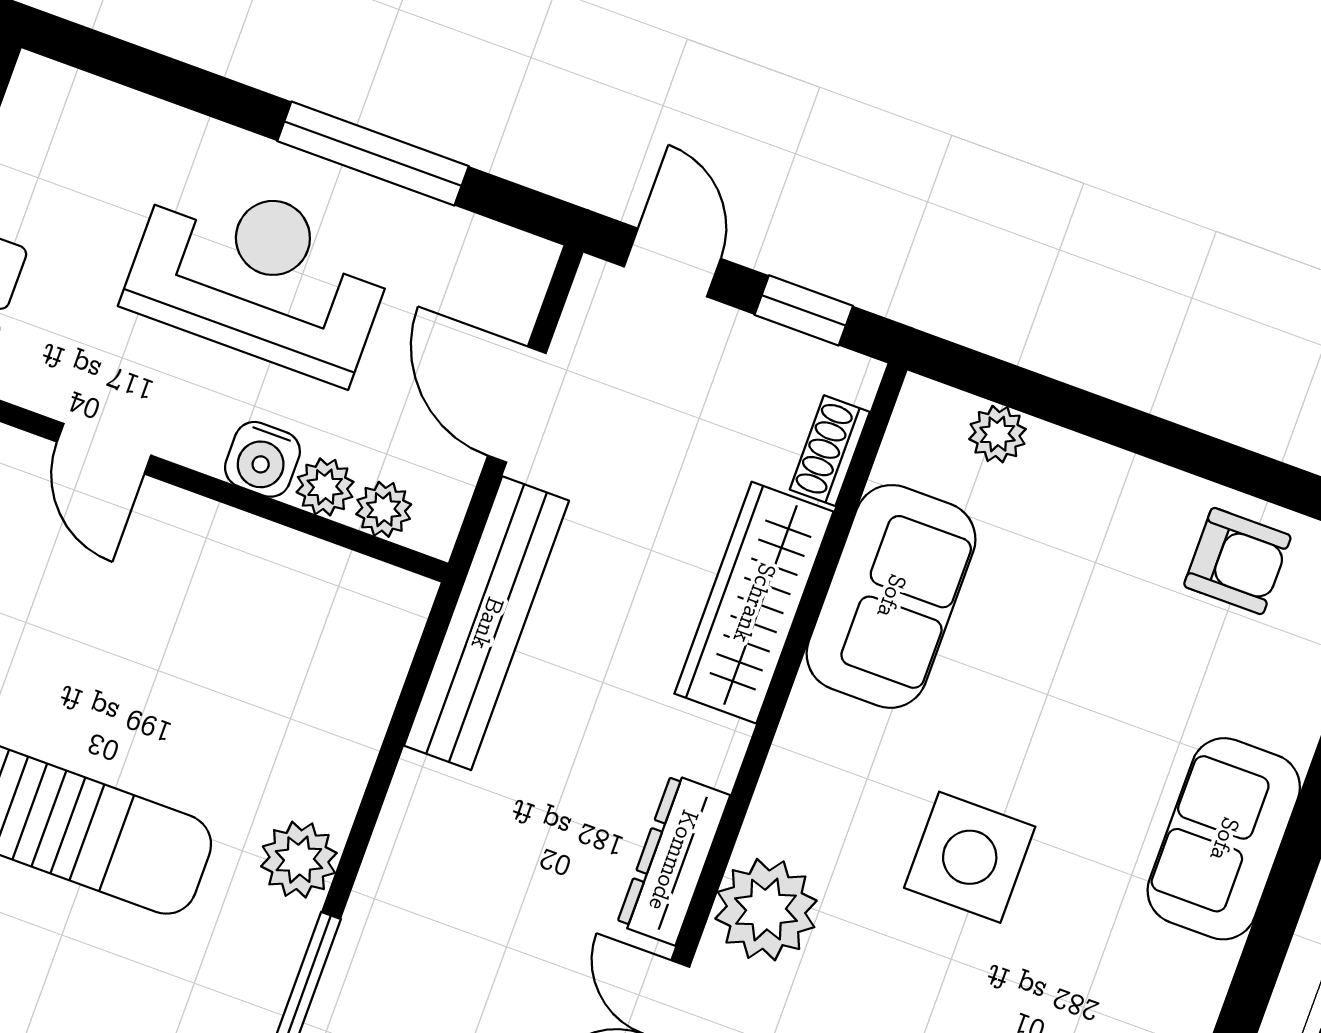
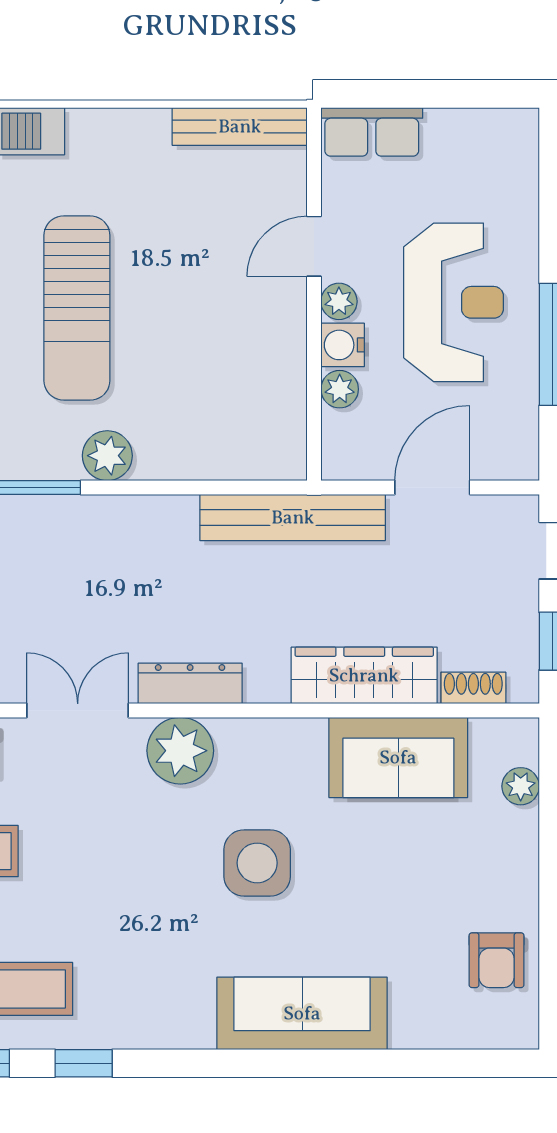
plant: (384, 509) -> (339, 301), moved
sofa: (1224, 839) -> (302, 1013), width x1.36

